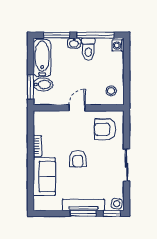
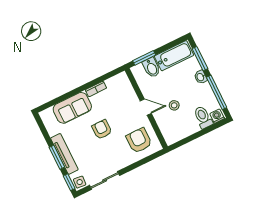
toilet: (88, 49) -> (203, 117), moved, turned 90
stool: (111, 91) -> (174, 105), moved
armchair: (78, 159) -> (102, 129), turned 90
sliding door: (127, 165) -> (105, 180), moved

